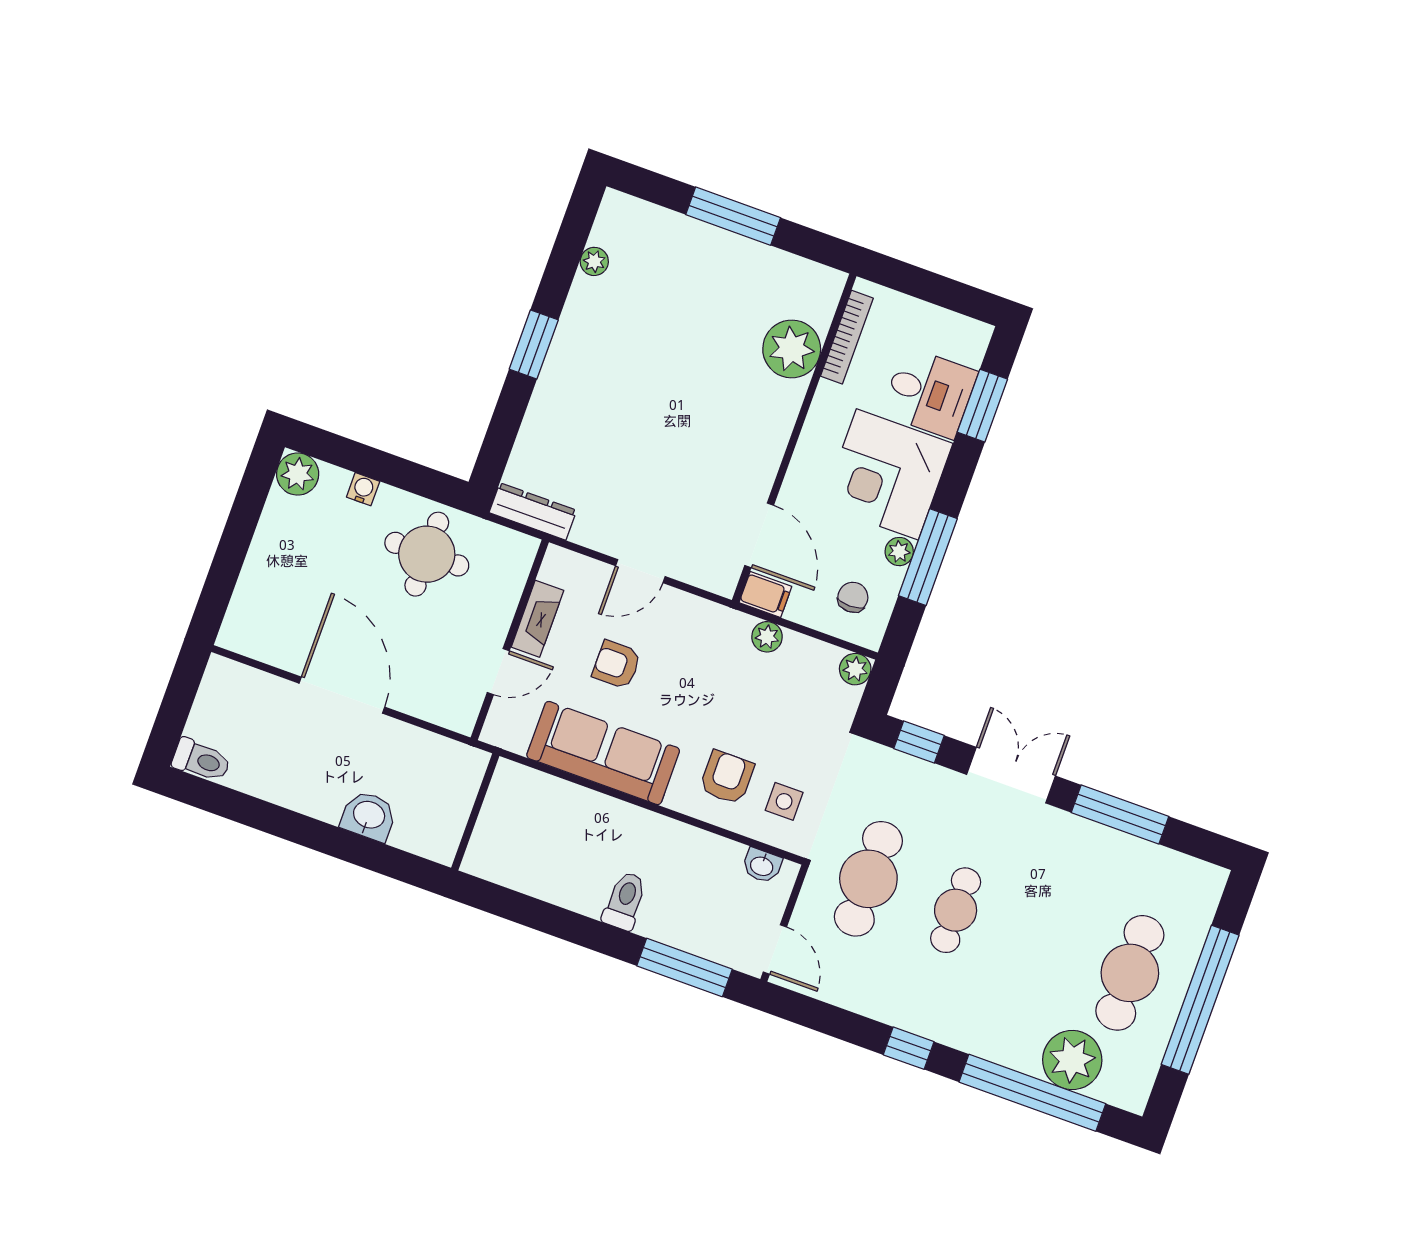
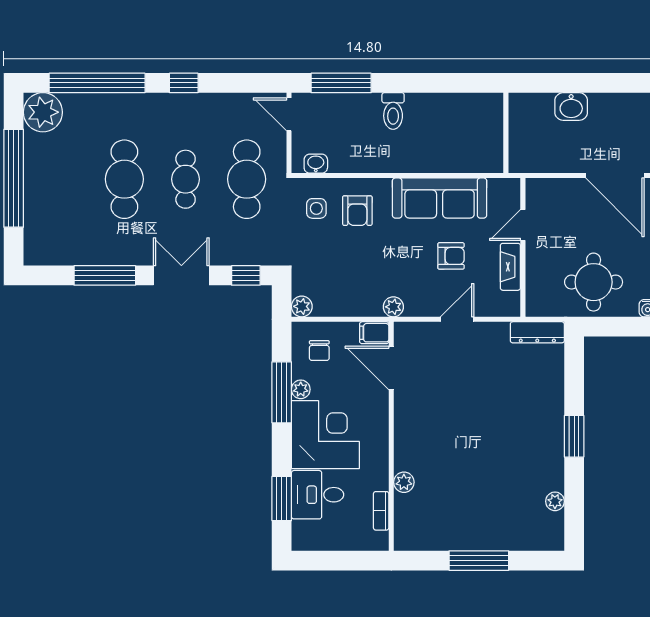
bookcase: (847, 337) -> (381, 511), width x0.64
plant: (792, 349) -> (404, 482), width x0.53, depth x0.53
plant: (767, 637) -> (393, 307), moved
double door: (1011, 775) -> (181, 275), swing flipped
cafe table: (1130, 973) -> (124, 179), moved
plant: (1072, 1060) -> (43, 112), moved

